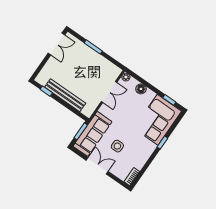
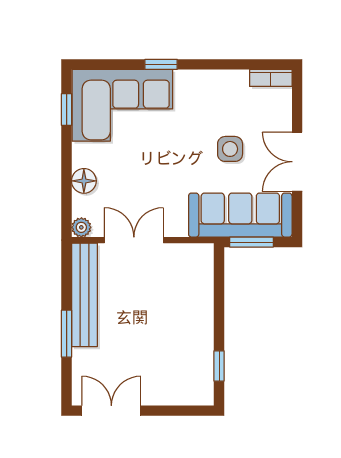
bench: (65, 95) -> (84, 295), moved

